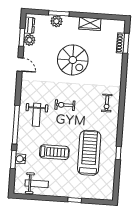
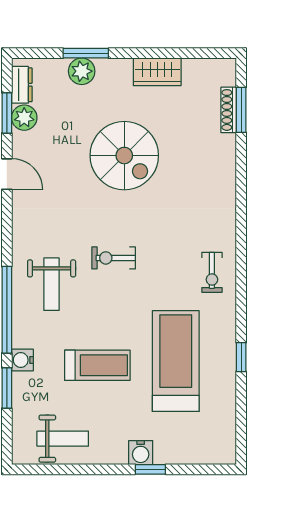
exercise bike: (107, 103) -> (212, 272), moved
water cooler: (20, 159) -> (22, 360), moved
water cooler: (71, 192) -> (141, 453), added

